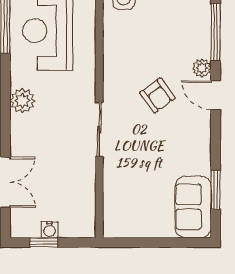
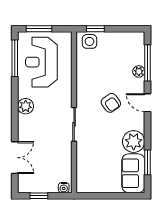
plant: (202, 68) -> (139, 71), moved
plant: (194, 157) -> (134, 142), added
water cooler: (50, 230) -> (64, 188), moved

